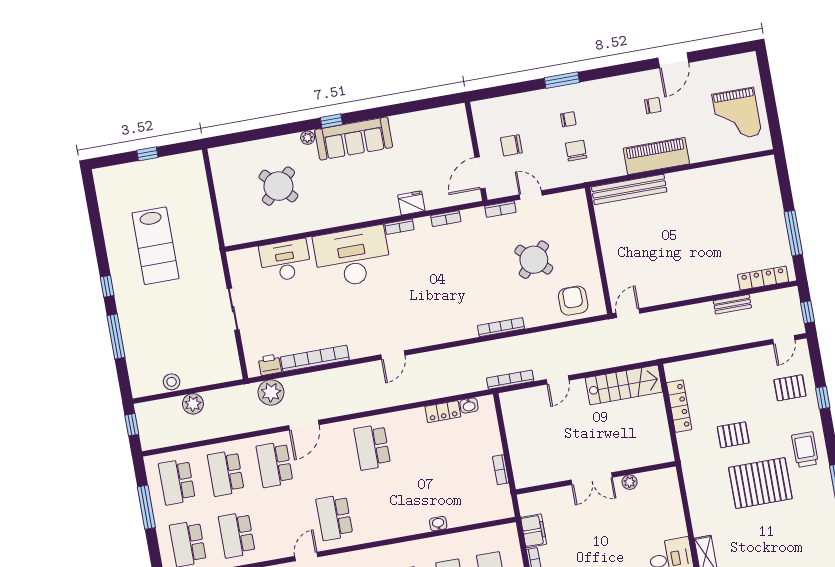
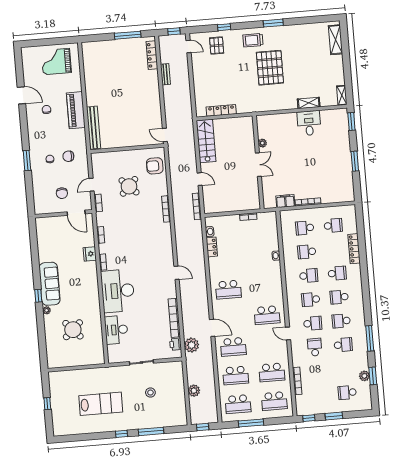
grand piano: (737, 115) -> (56, 62), turned 180
stool: (172, 382) -> (150, 393), moved
pallet: (733, 435) -> (241, 81), removed

